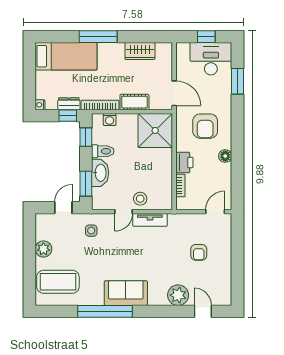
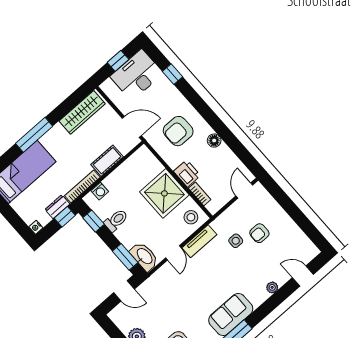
wardrobe: (140, 51) -> (82, 112), width x1.50
window: (238, 81) -> (173, 74), width x0.67
armchair: (205, 126) -> (178, 131), turned 90
shower: (155, 130) -> (164, 193), moved
washbasin: (100, 173) -> (144, 256), moved
stool: (140, 199) -> (191, 217), moved
door: (63, 208) -> (124, 291), swing flipped
side table: (91, 231) -> (236, 241), moved
armchair: (199, 252) -> (259, 233), turned 90
plant: (178, 295) -> (272, 287), width x0.53, depth x0.53

